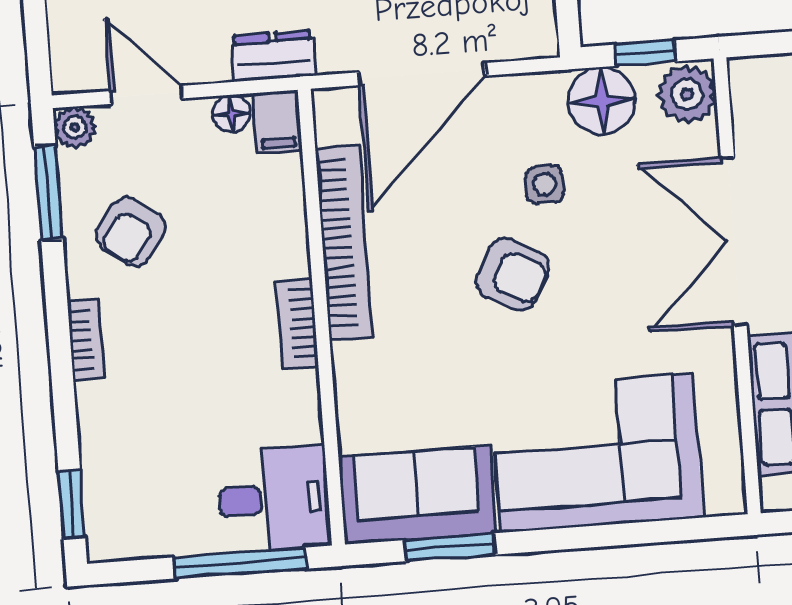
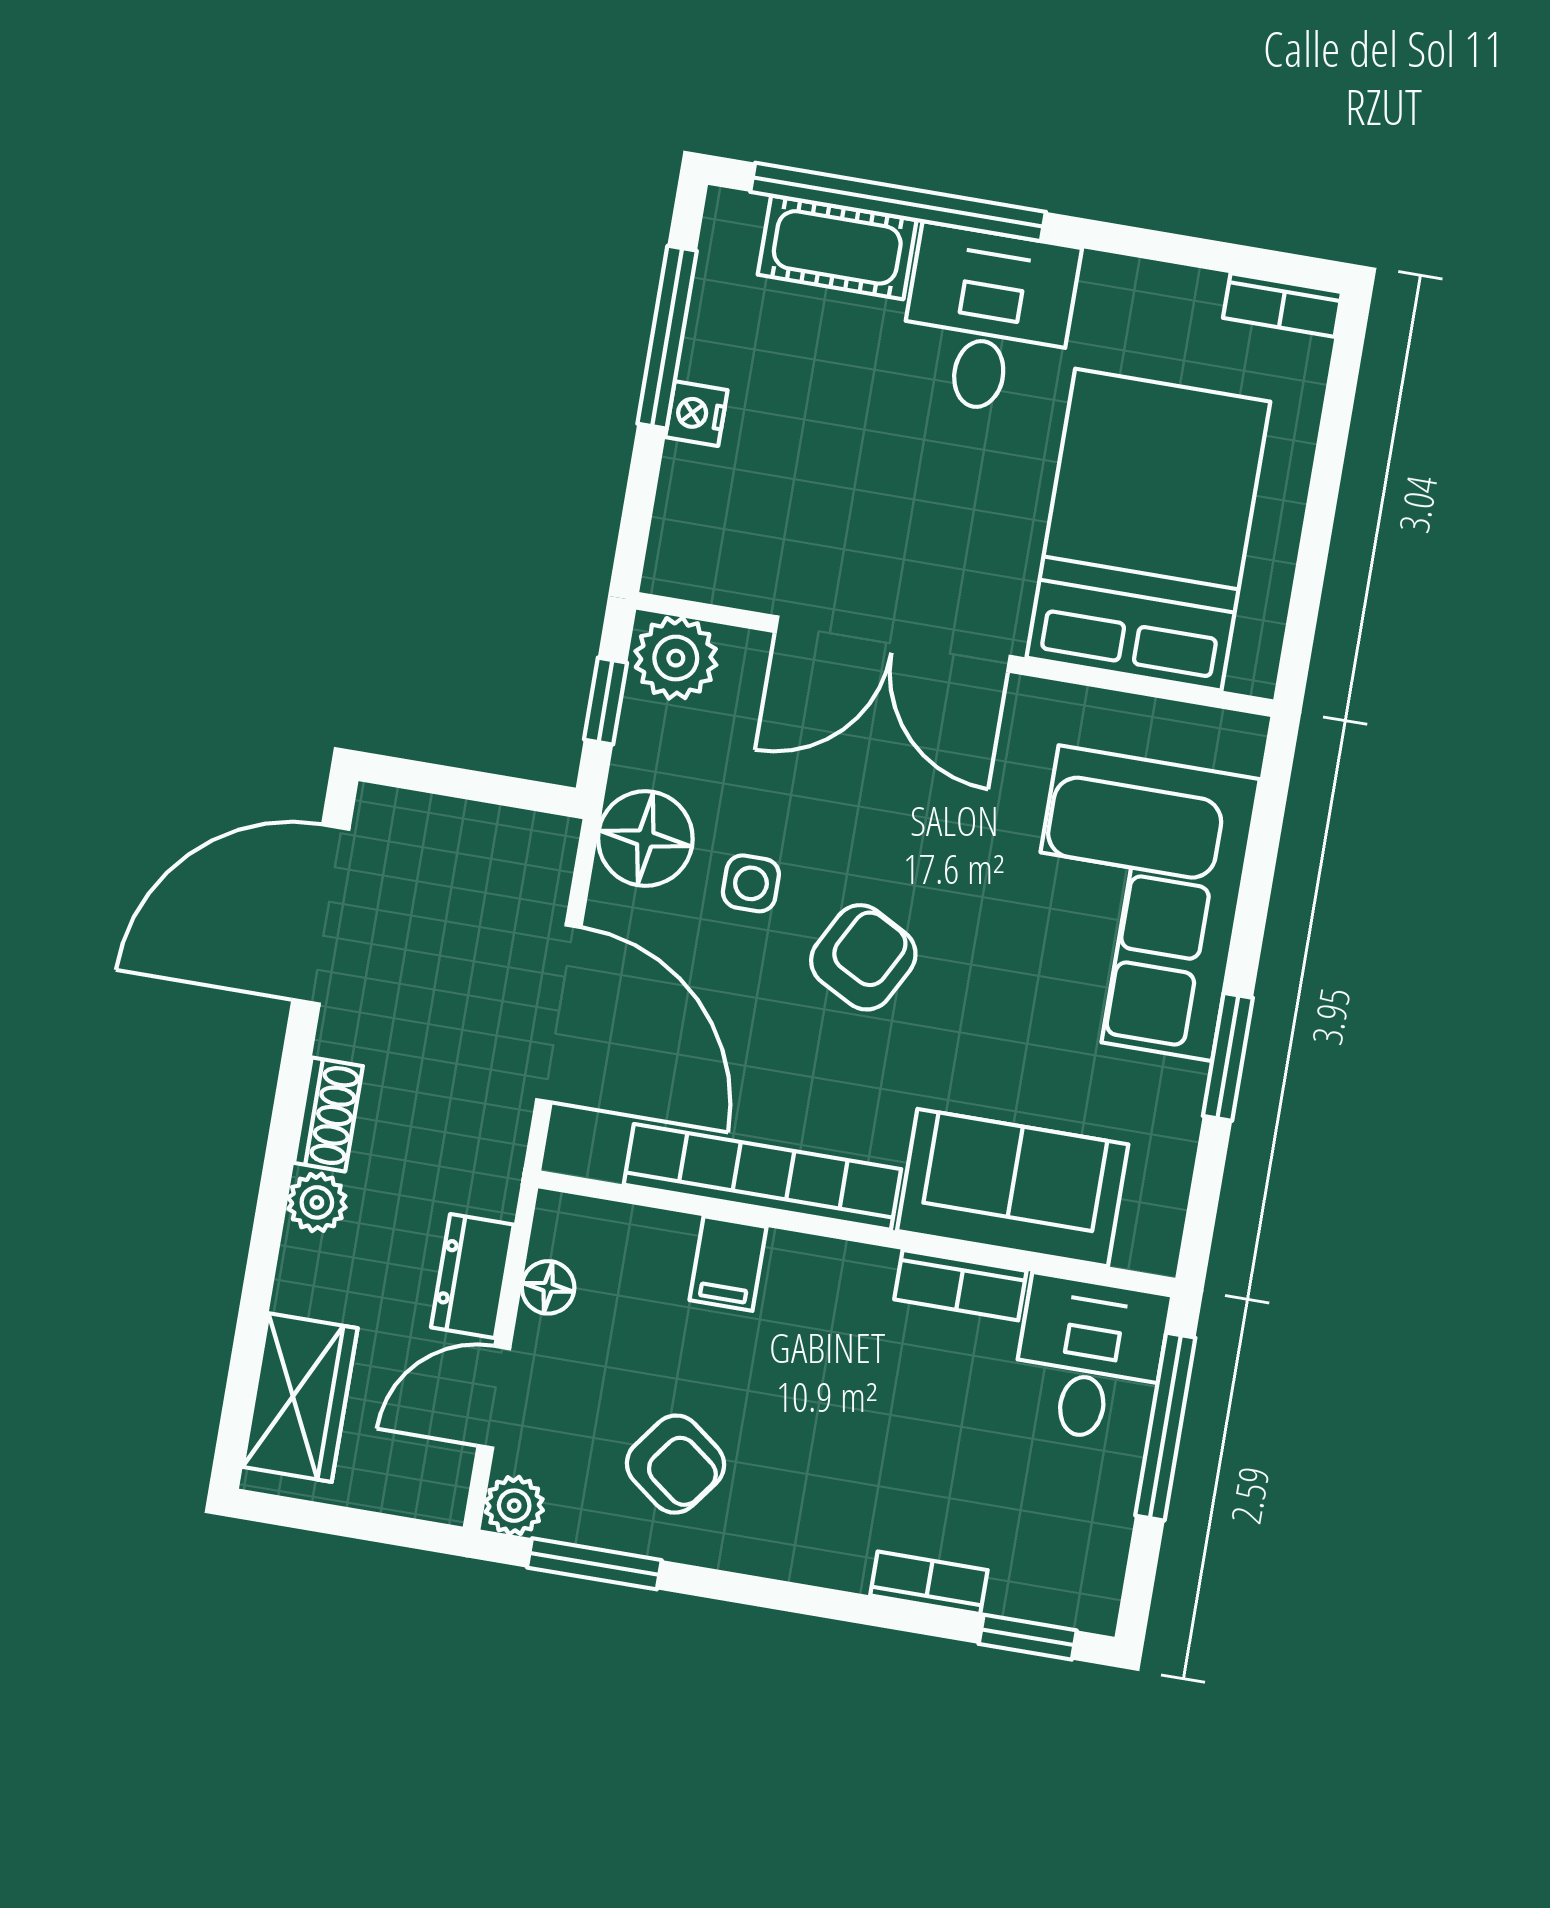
dresser: (273, 56) -> (472, 1276), moved
floor lamp: (602, 101) -> (645, 839), moved
filing cabinet: (277, 122) -> (728, 1264), moved, turned 90
bookcase: (298, 324) -> (960, 1285), moved
bookcase: (86, 340) -> (929, 1583), moved
sofa: (417, 495) -> (1013, 1188), moved, turned 90
window: (450, 547) -> (1228, 1057), moved

